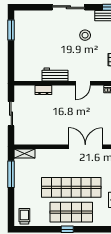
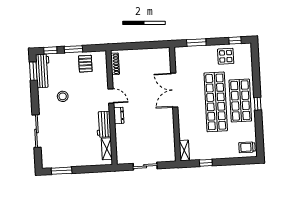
sliding door: (68, 7) -> (37, 131), moved
shelving: (30, 76) -> (107, 149), added
dresser: (43, 90) -> (119, 115), moved
window: (11, 174) -> (206, 163), width x0.46

